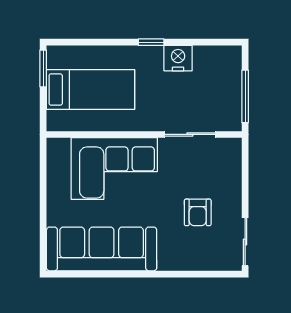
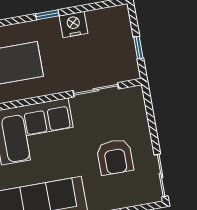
window: (245, 96) -> (138, 48), width x0.46
armchair: (198, 212) -> (115, 157), width x1.38, depth x1.38

